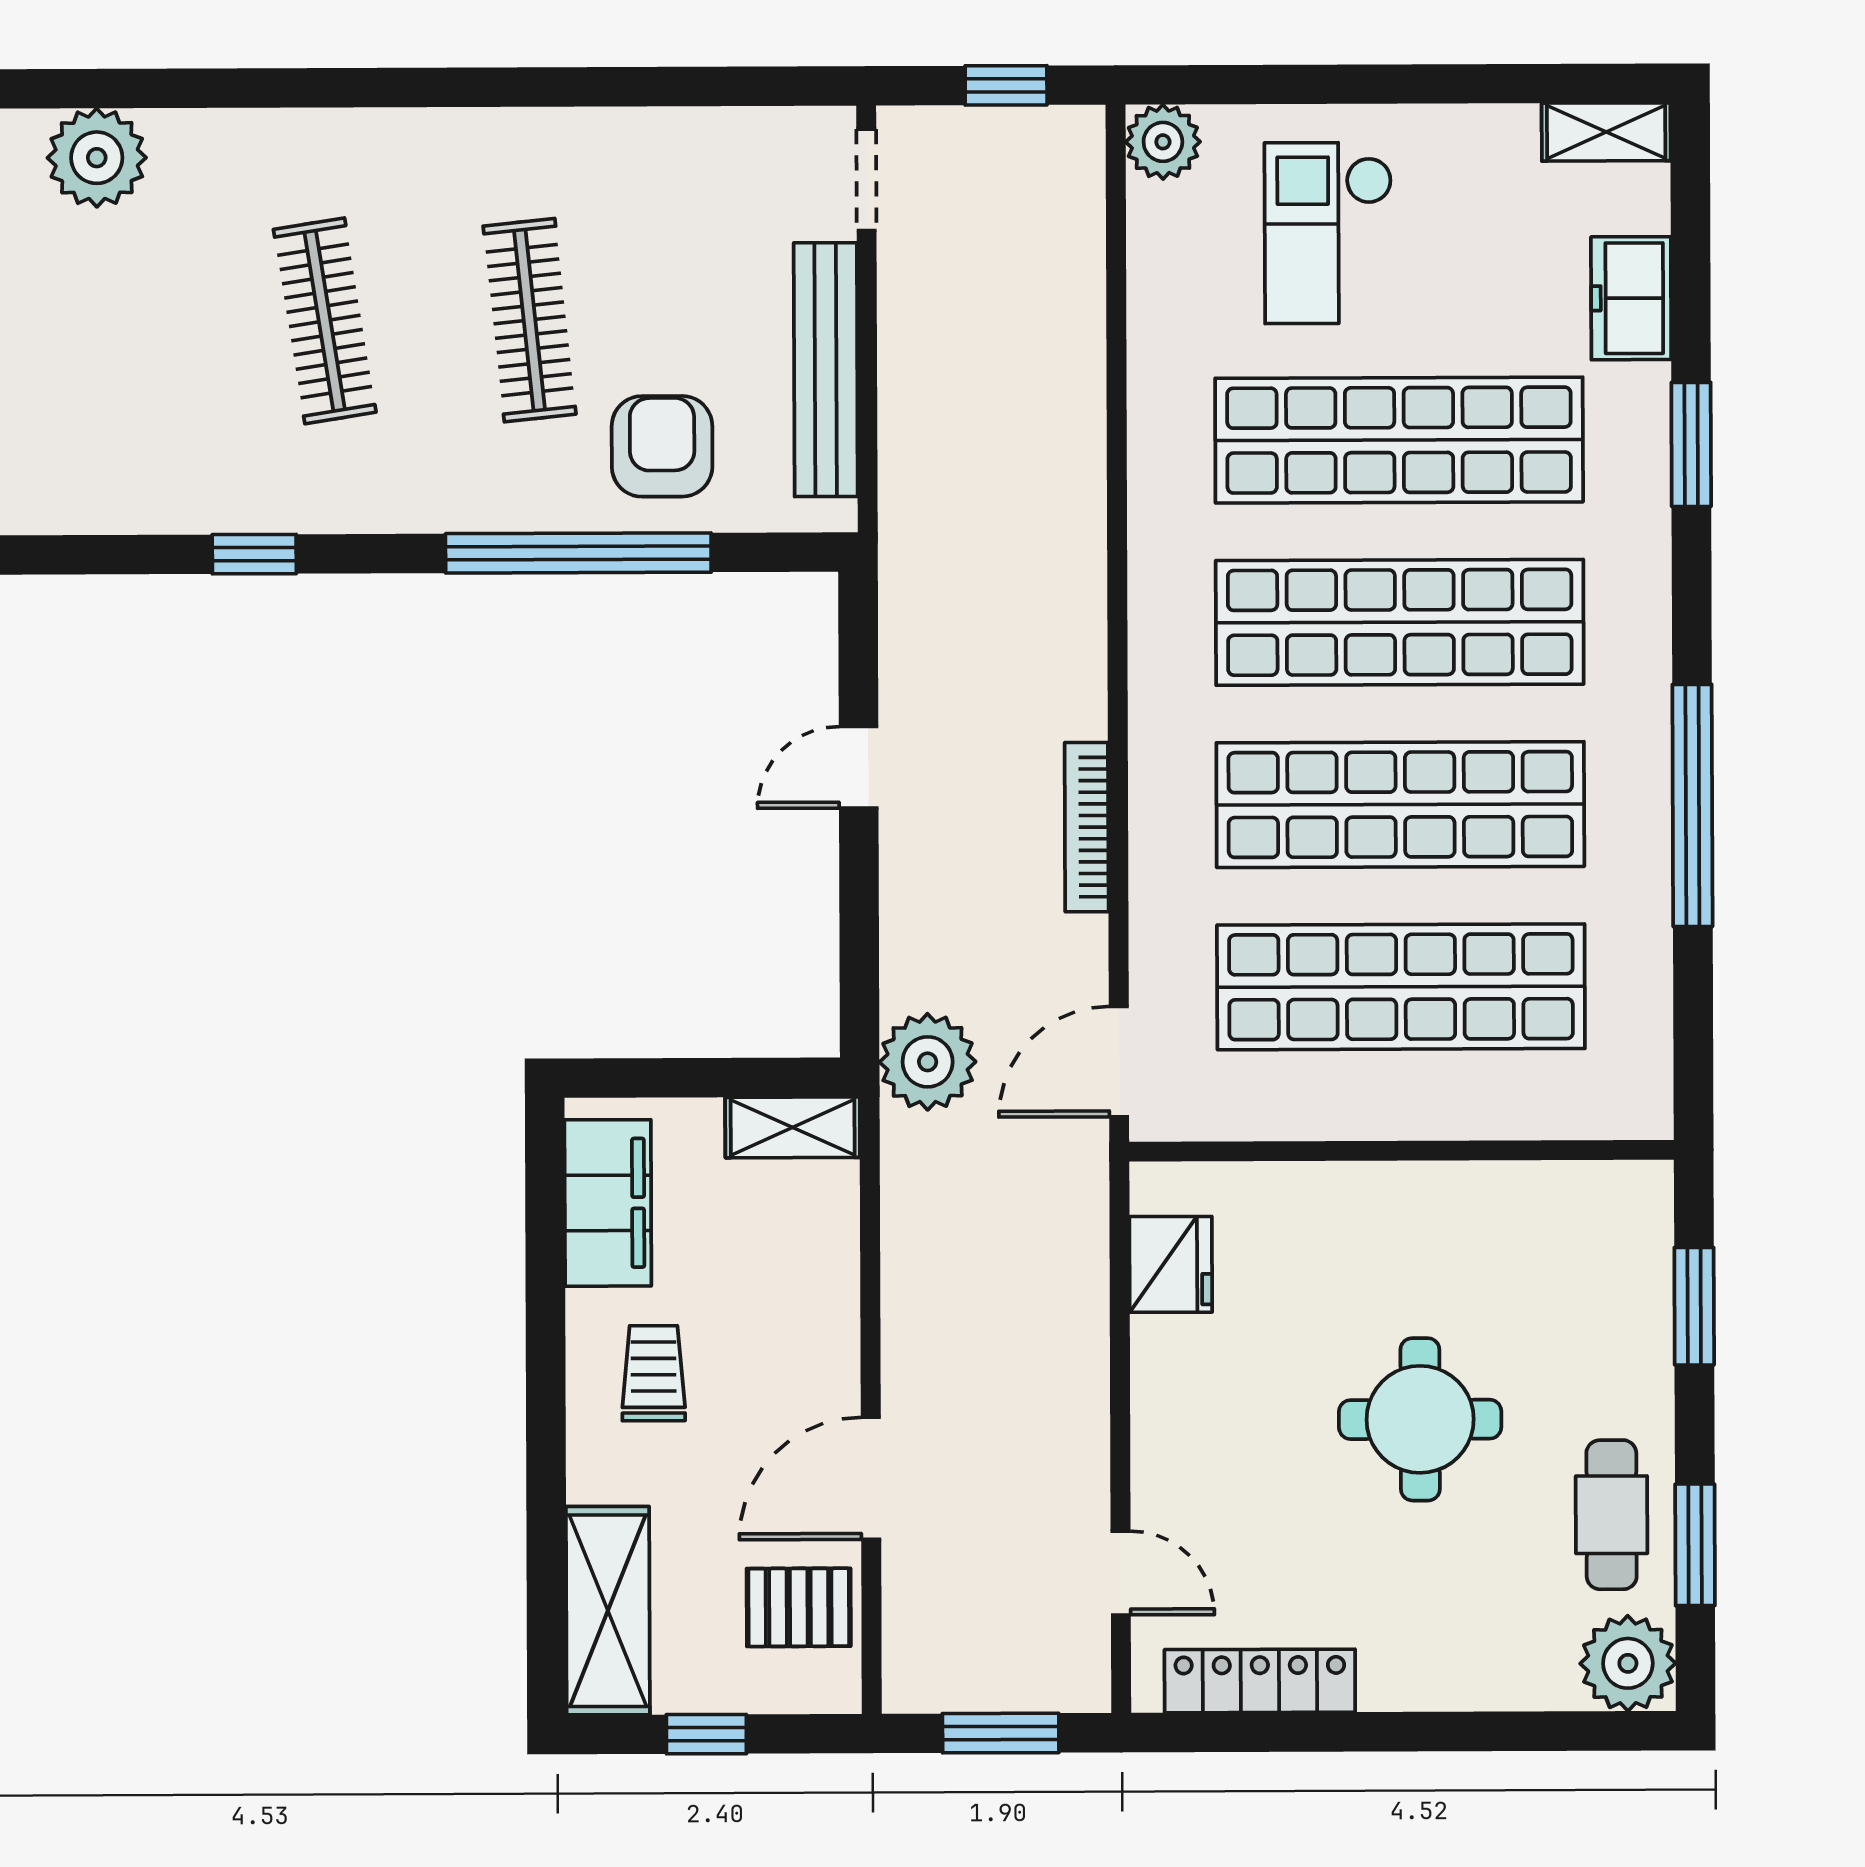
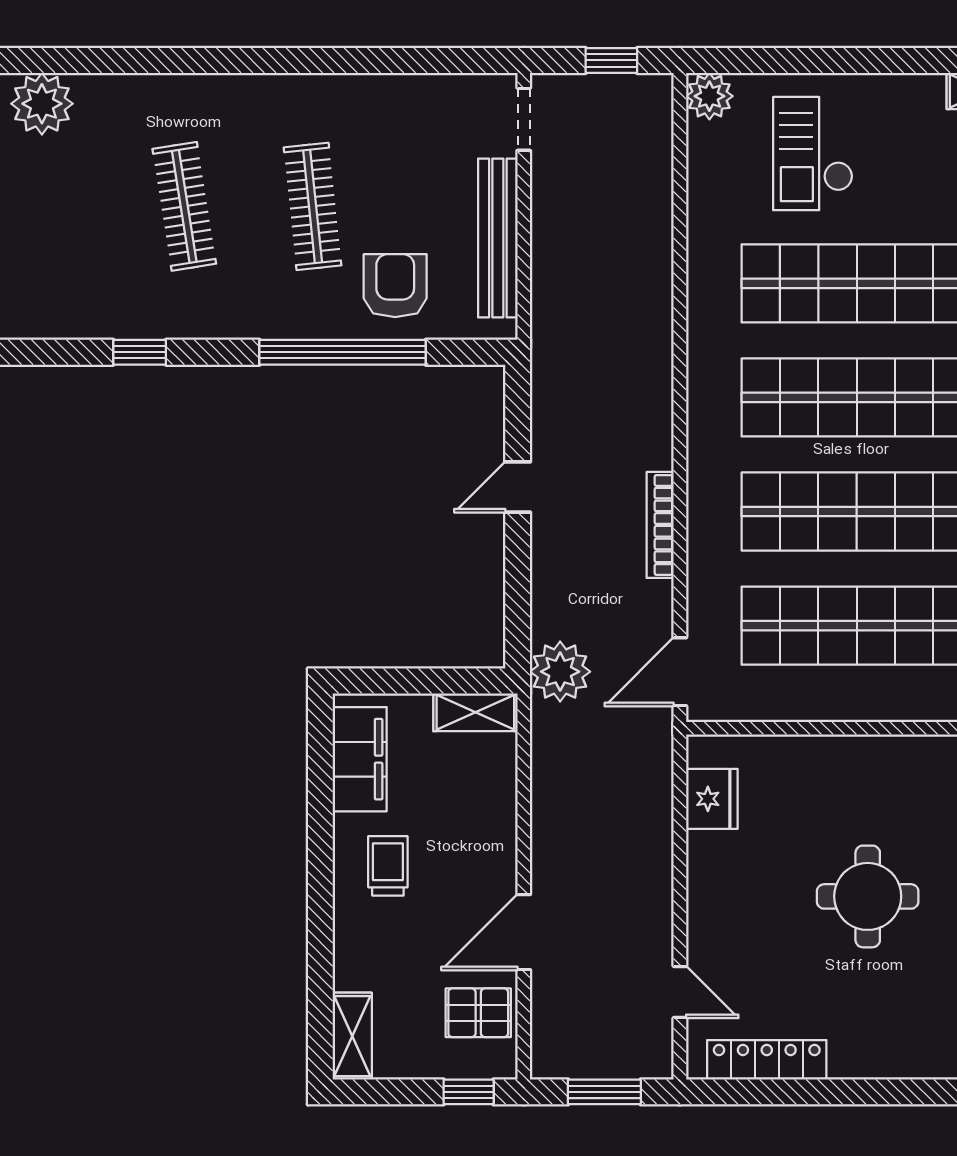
shelving: (608, 1611) -> (352, 1036), width x0.67, depth x0.75
window: (706, 1734) -> (469, 1092), moved

